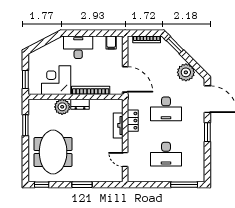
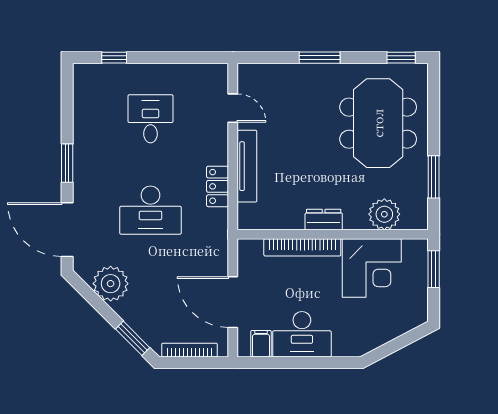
desk: (78, 47) -> (302, 334), moved
door: (125, 79) -> (233, 302), moved
plant: (62, 107) -> (384, 214), moved
desk: (166, 109) -> (150, 210), turned 180
tv unit: (118, 125) -> (247, 166), width x1.41
desk: (166, 154) -> (150, 119), width x0.73
window: (184, 185) -> (114, 58), width x0.46

